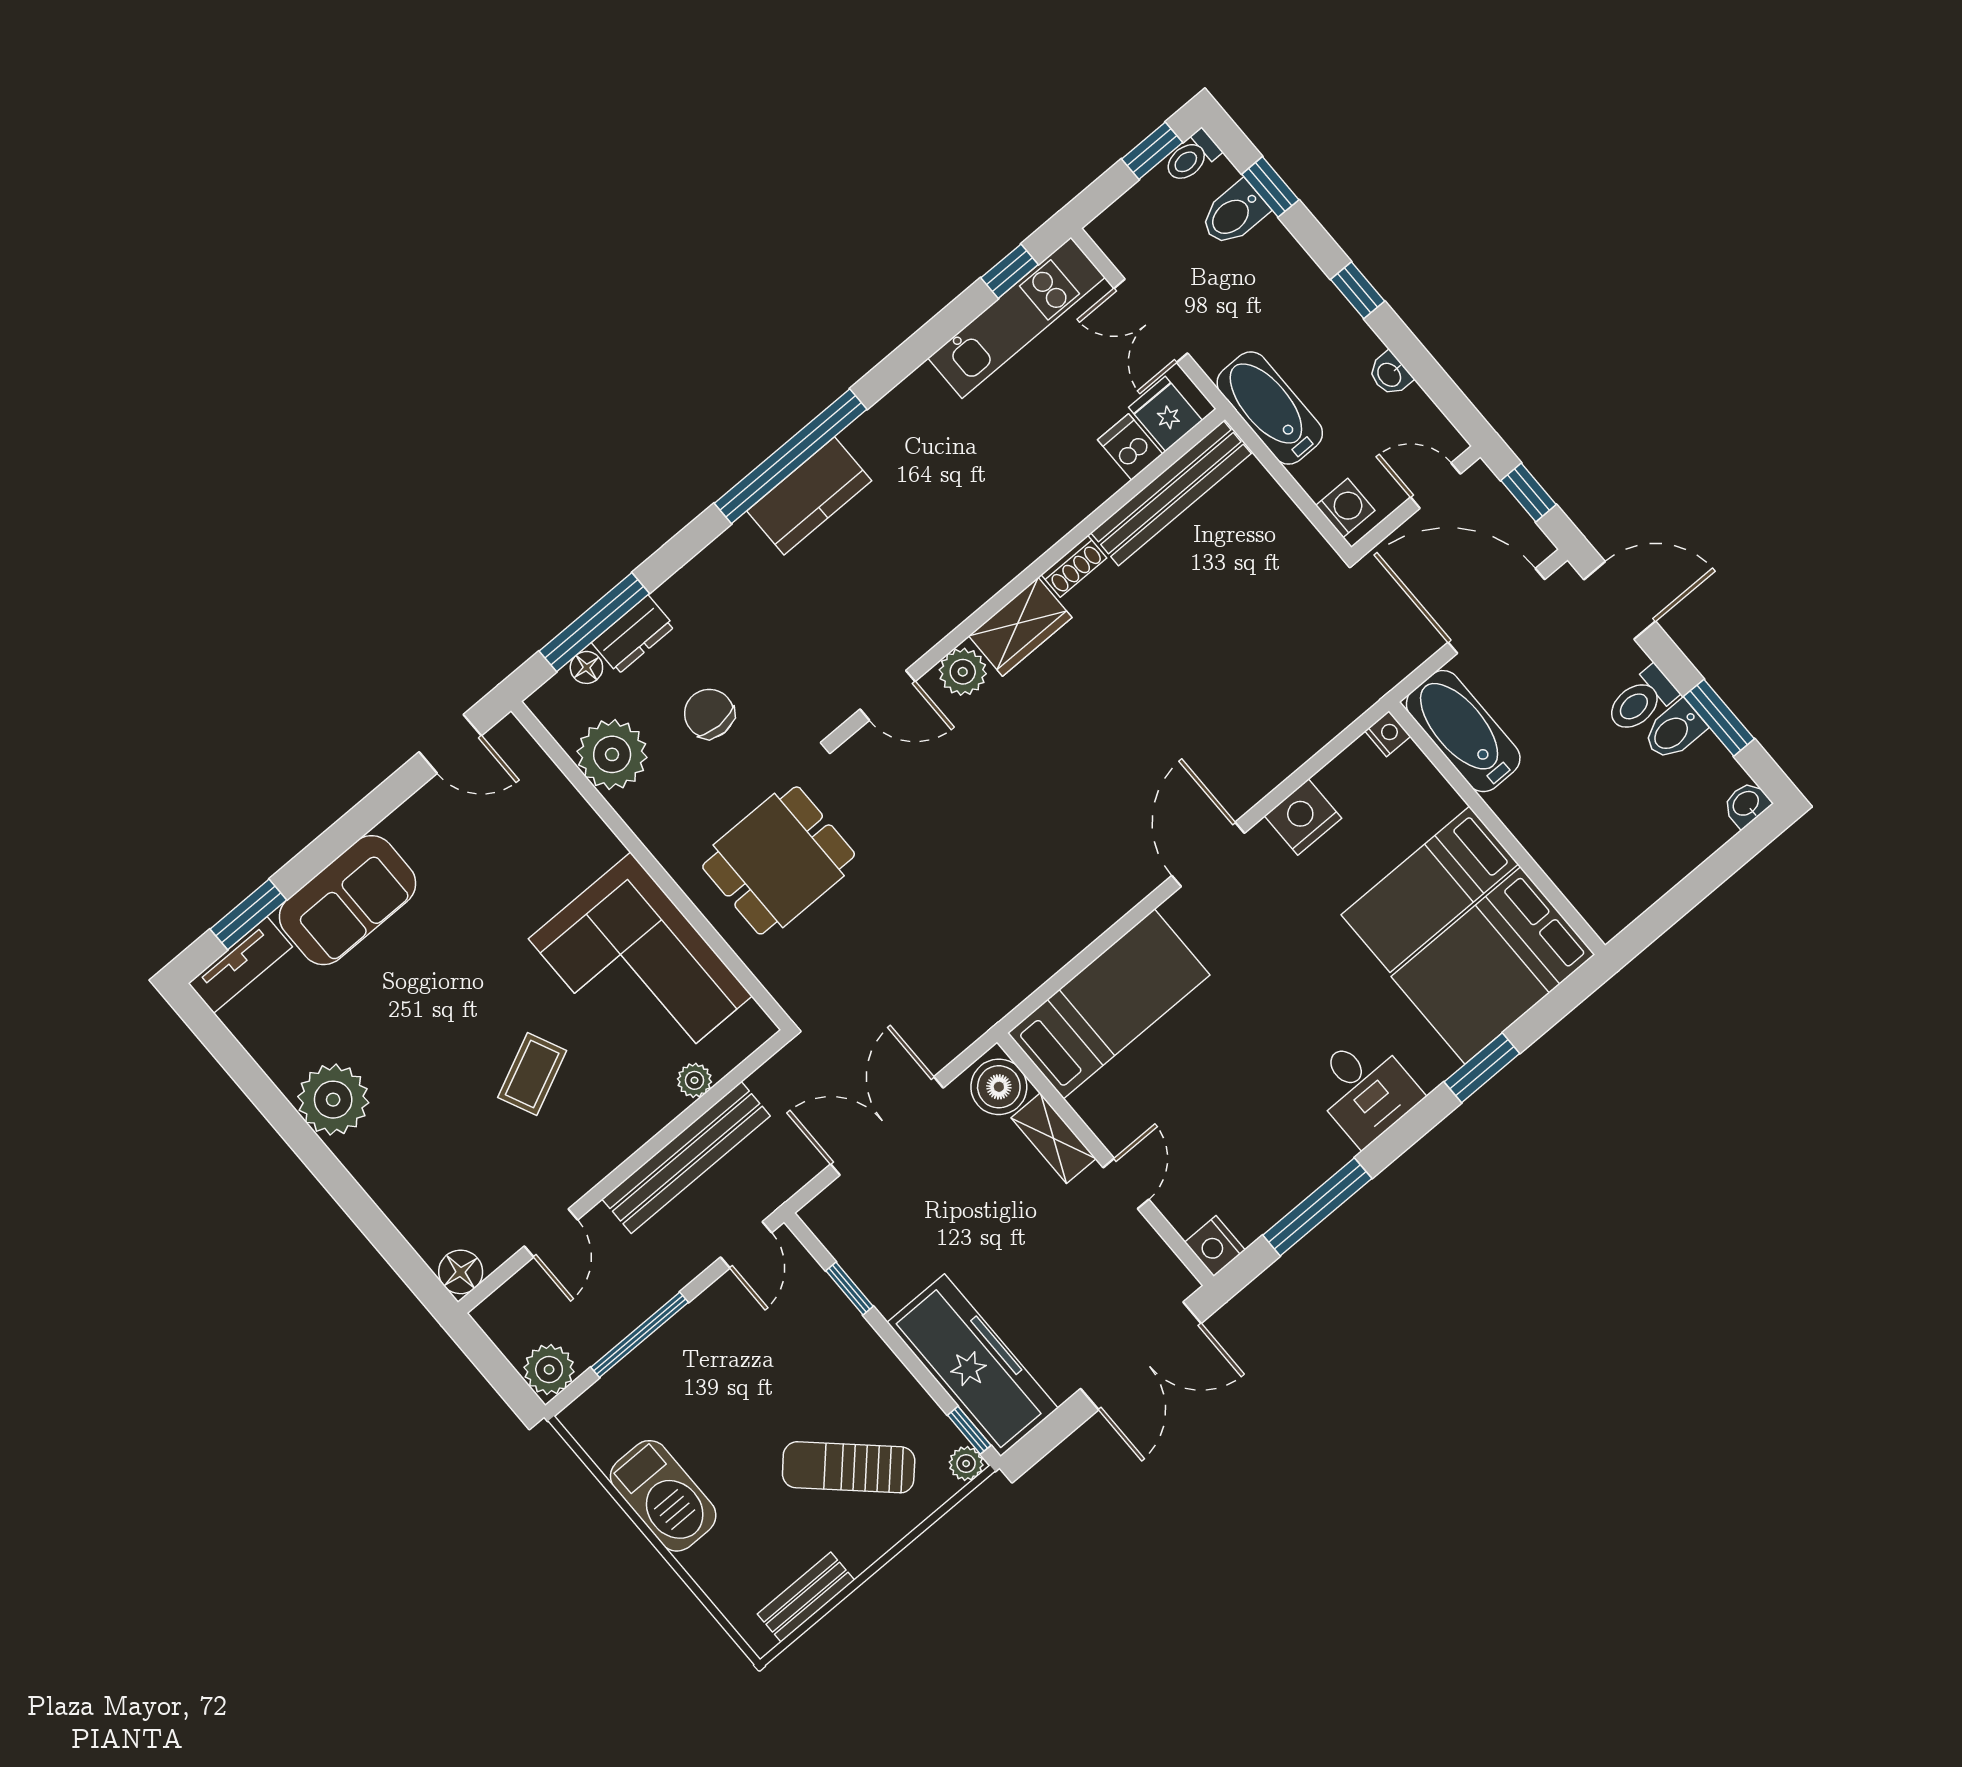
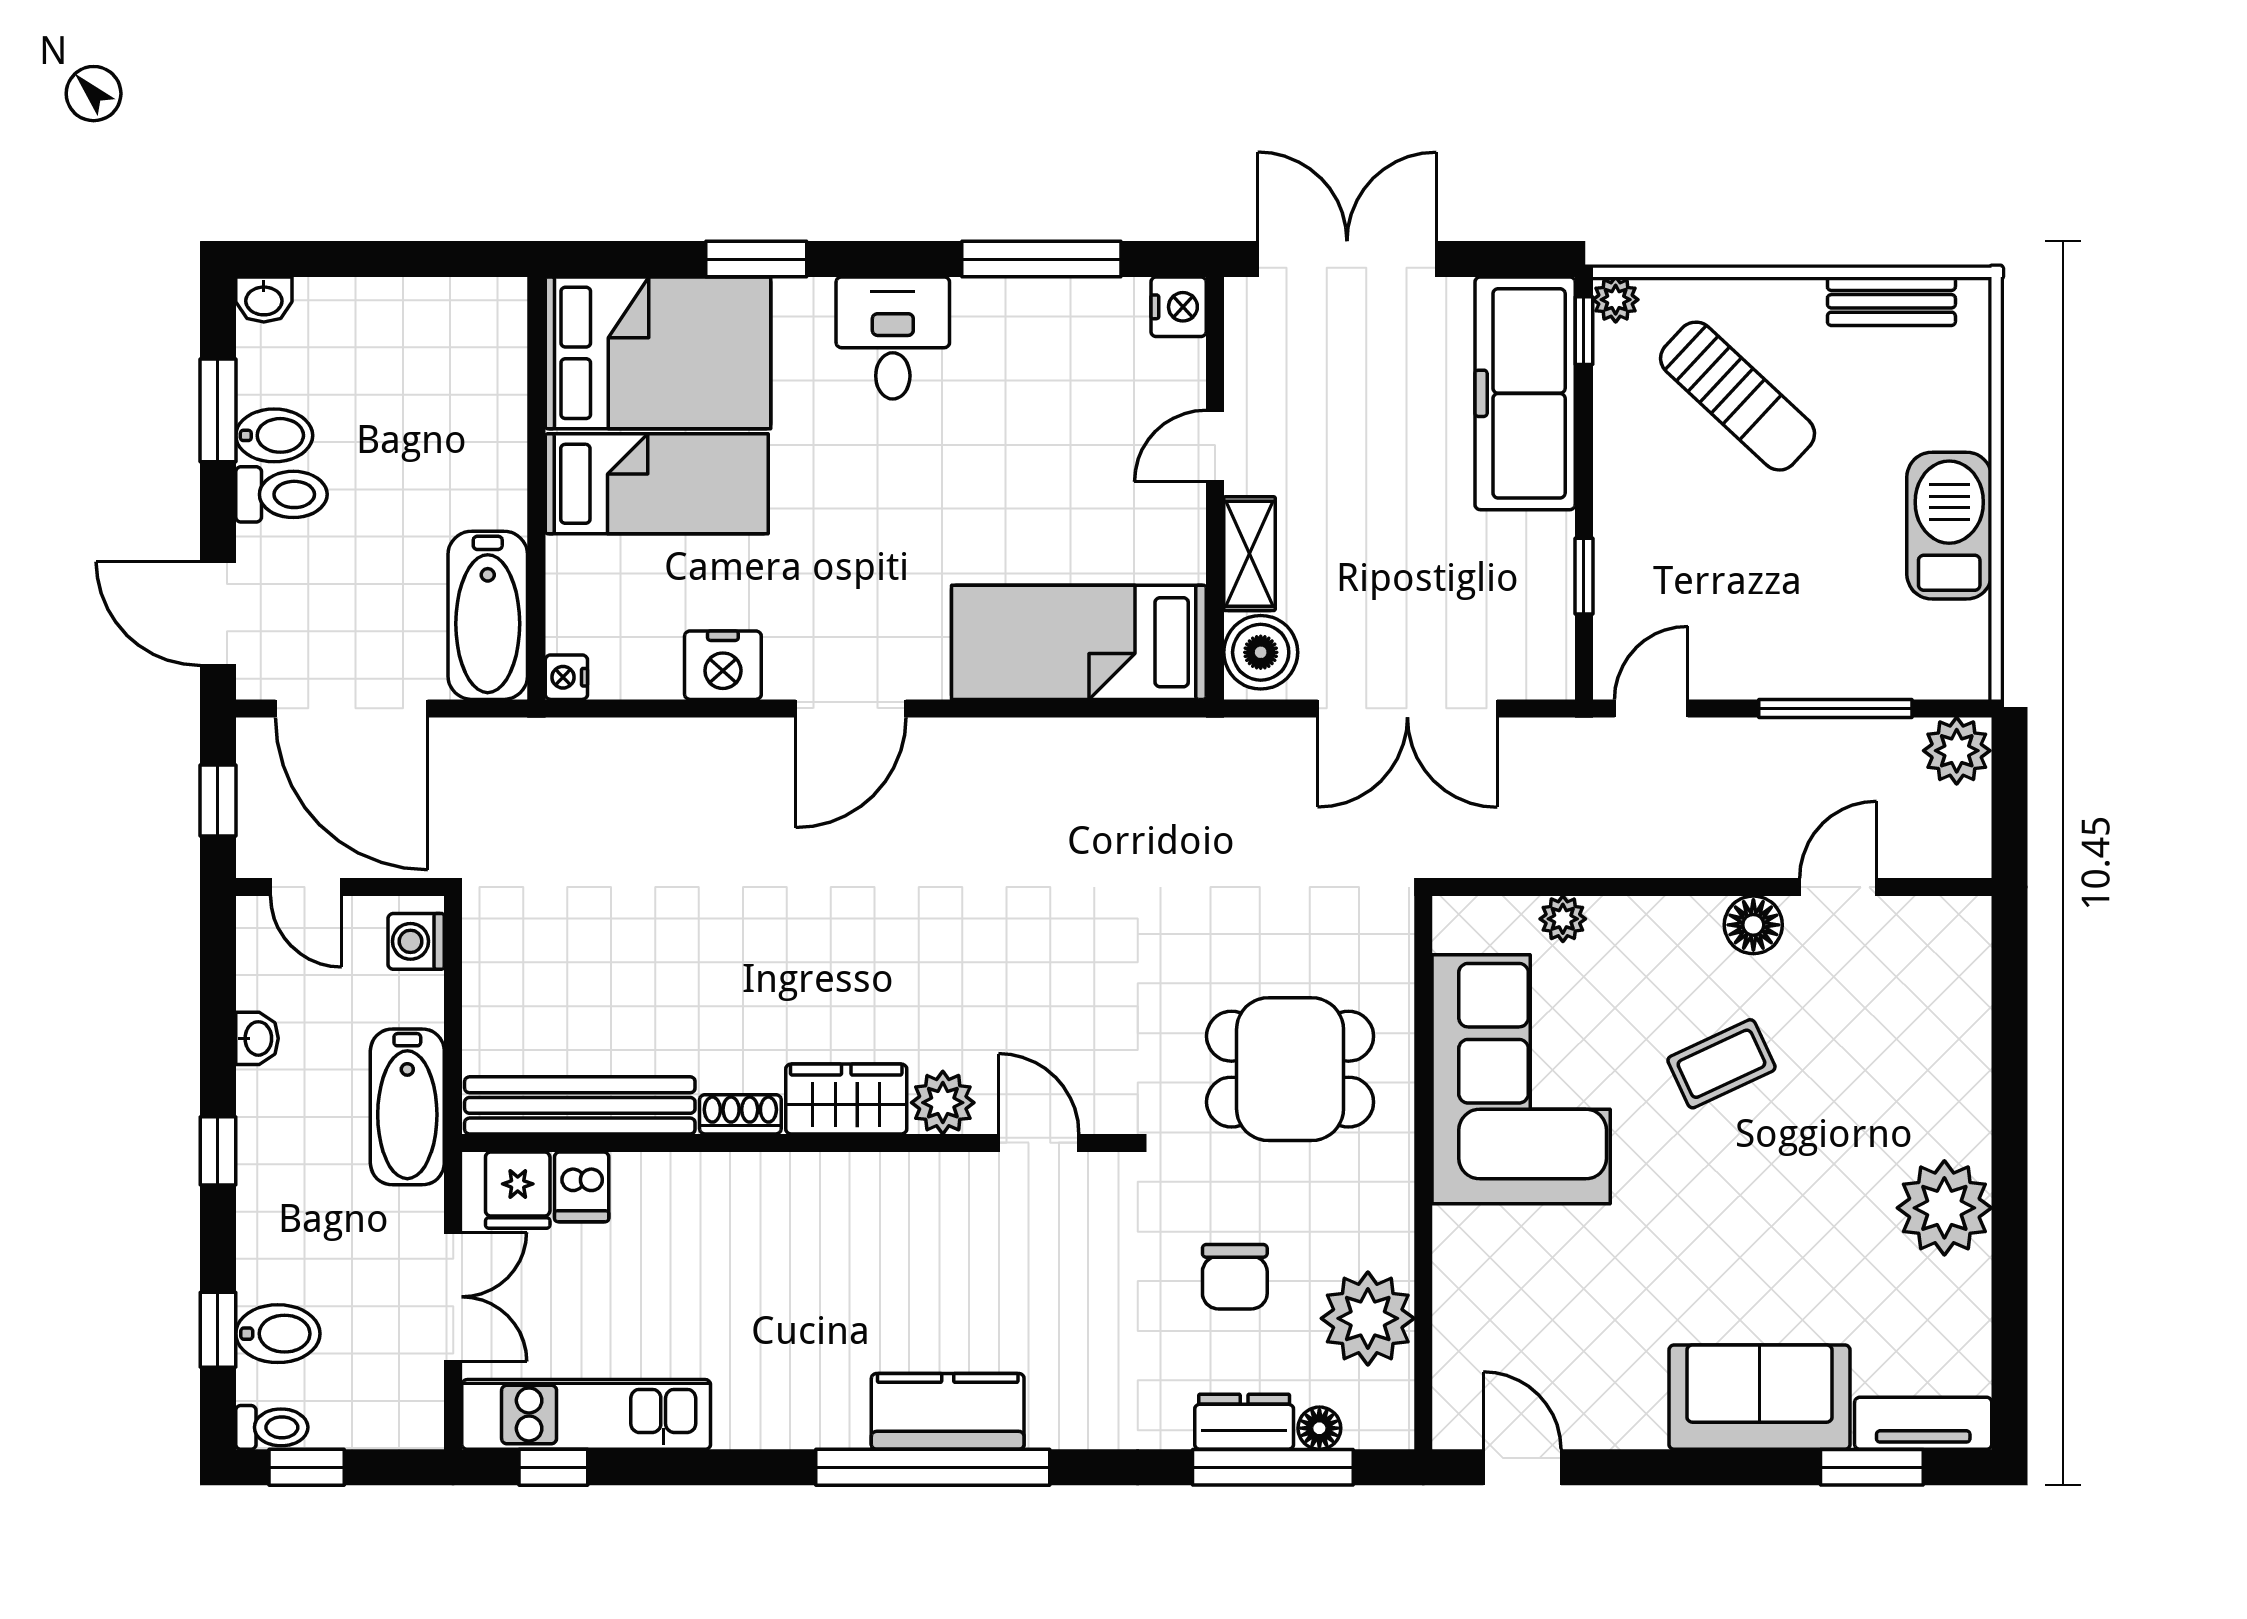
bench: (686, 1157) -> (1637, 848), removed
floor lamp: (461, 1272) -> (1753, 925), moved

